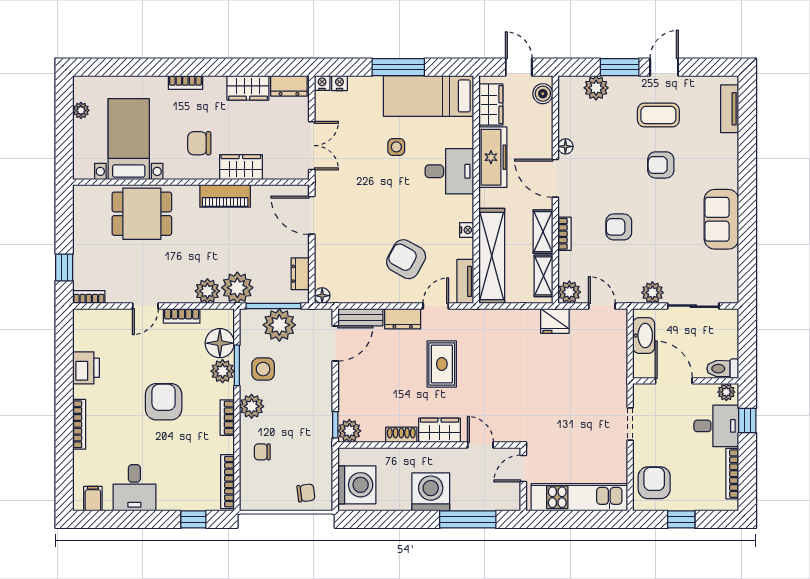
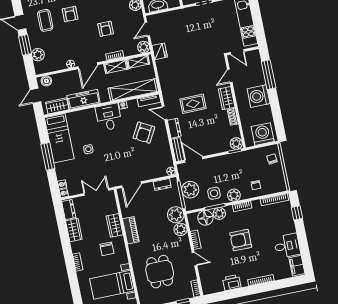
desk: (449, 171) -> (109, 117), moved
dining table: (142, 214) -> (160, 272), moved
filing cabinet: (93, 499) -> (297, 266), width x2.00

